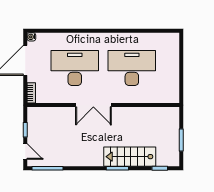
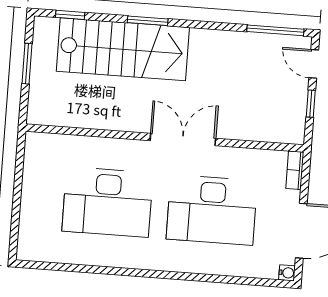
stairs: (130, 157) -> (123, 49), width x1.36, depth x1.51

